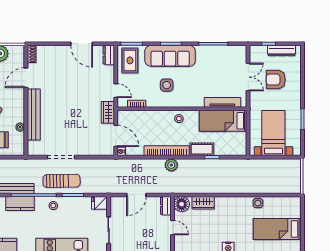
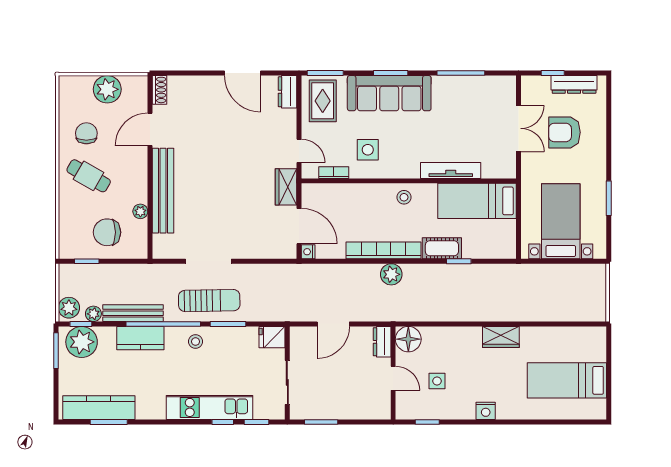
side table: (167, 85) -> (368, 150), moved
tv unit: (222, 102) -> (451, 170), moved
wardrobe: (203, 203) -> (501, 337), moved
side table: (258, 203) -> (437, 381), moved

